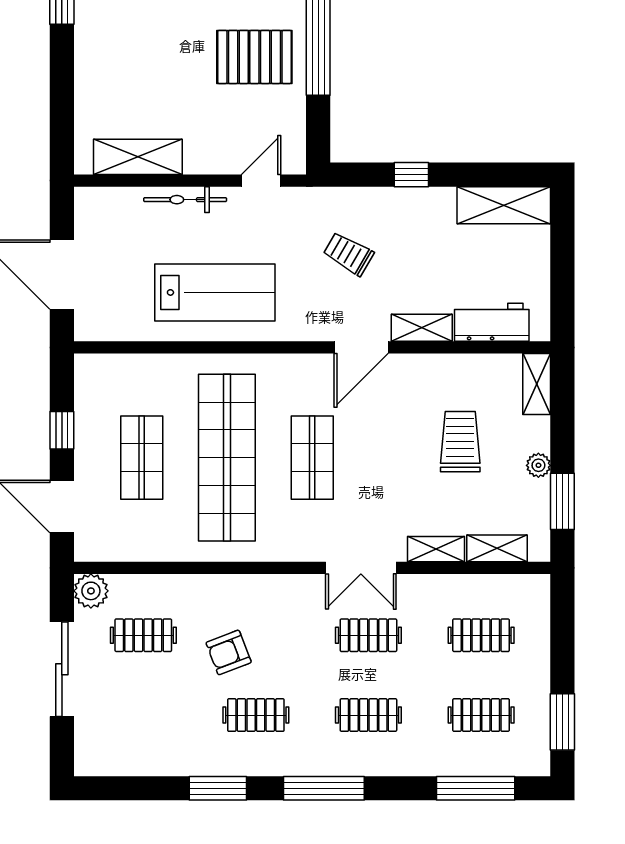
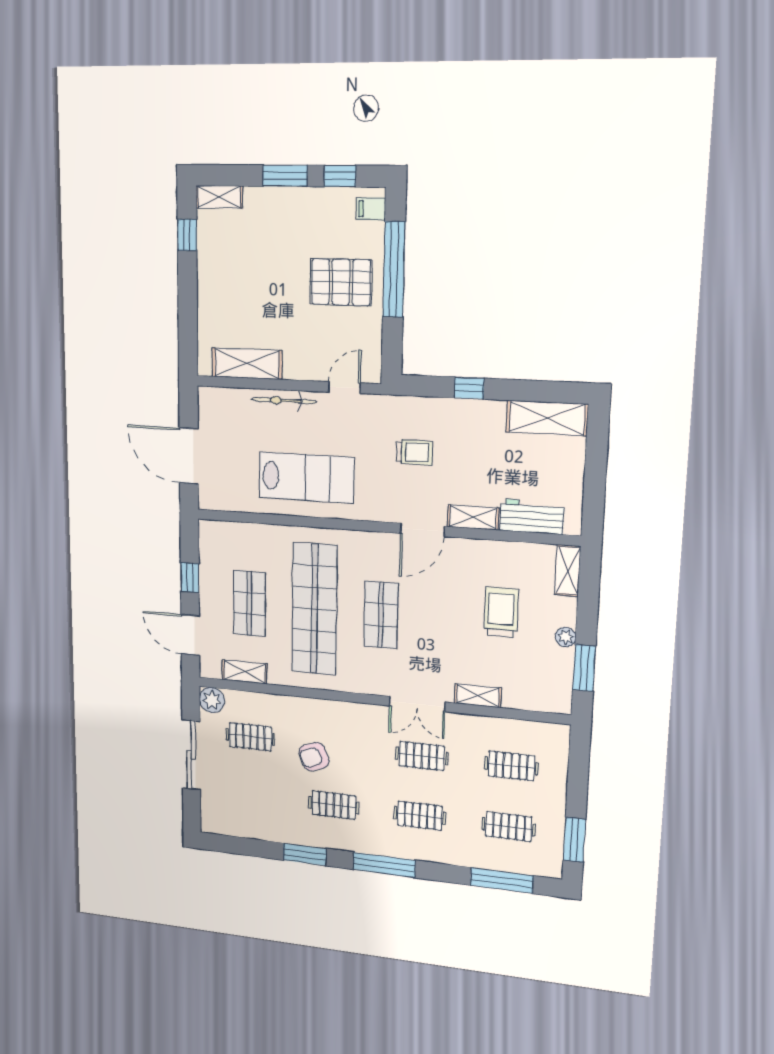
trolley: (348, 254) -> (414, 452), turned 150
shelving: (497, 548) -> (245, 672), moved

